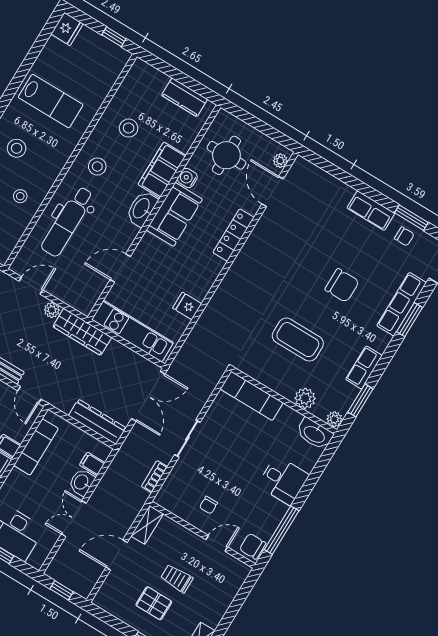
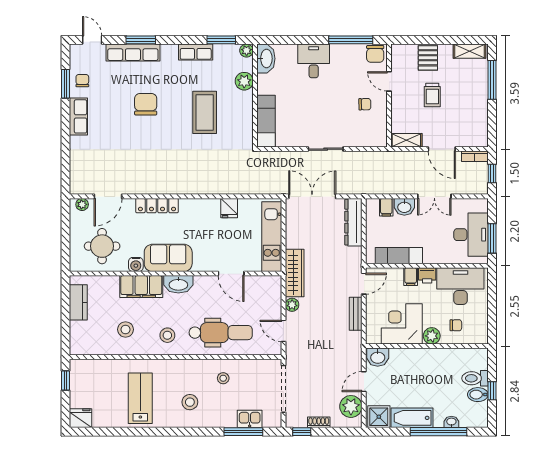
bookcase: (154, 477) -> (475, 156), moved
pallet: (154, 603) -> (428, 58), moved

